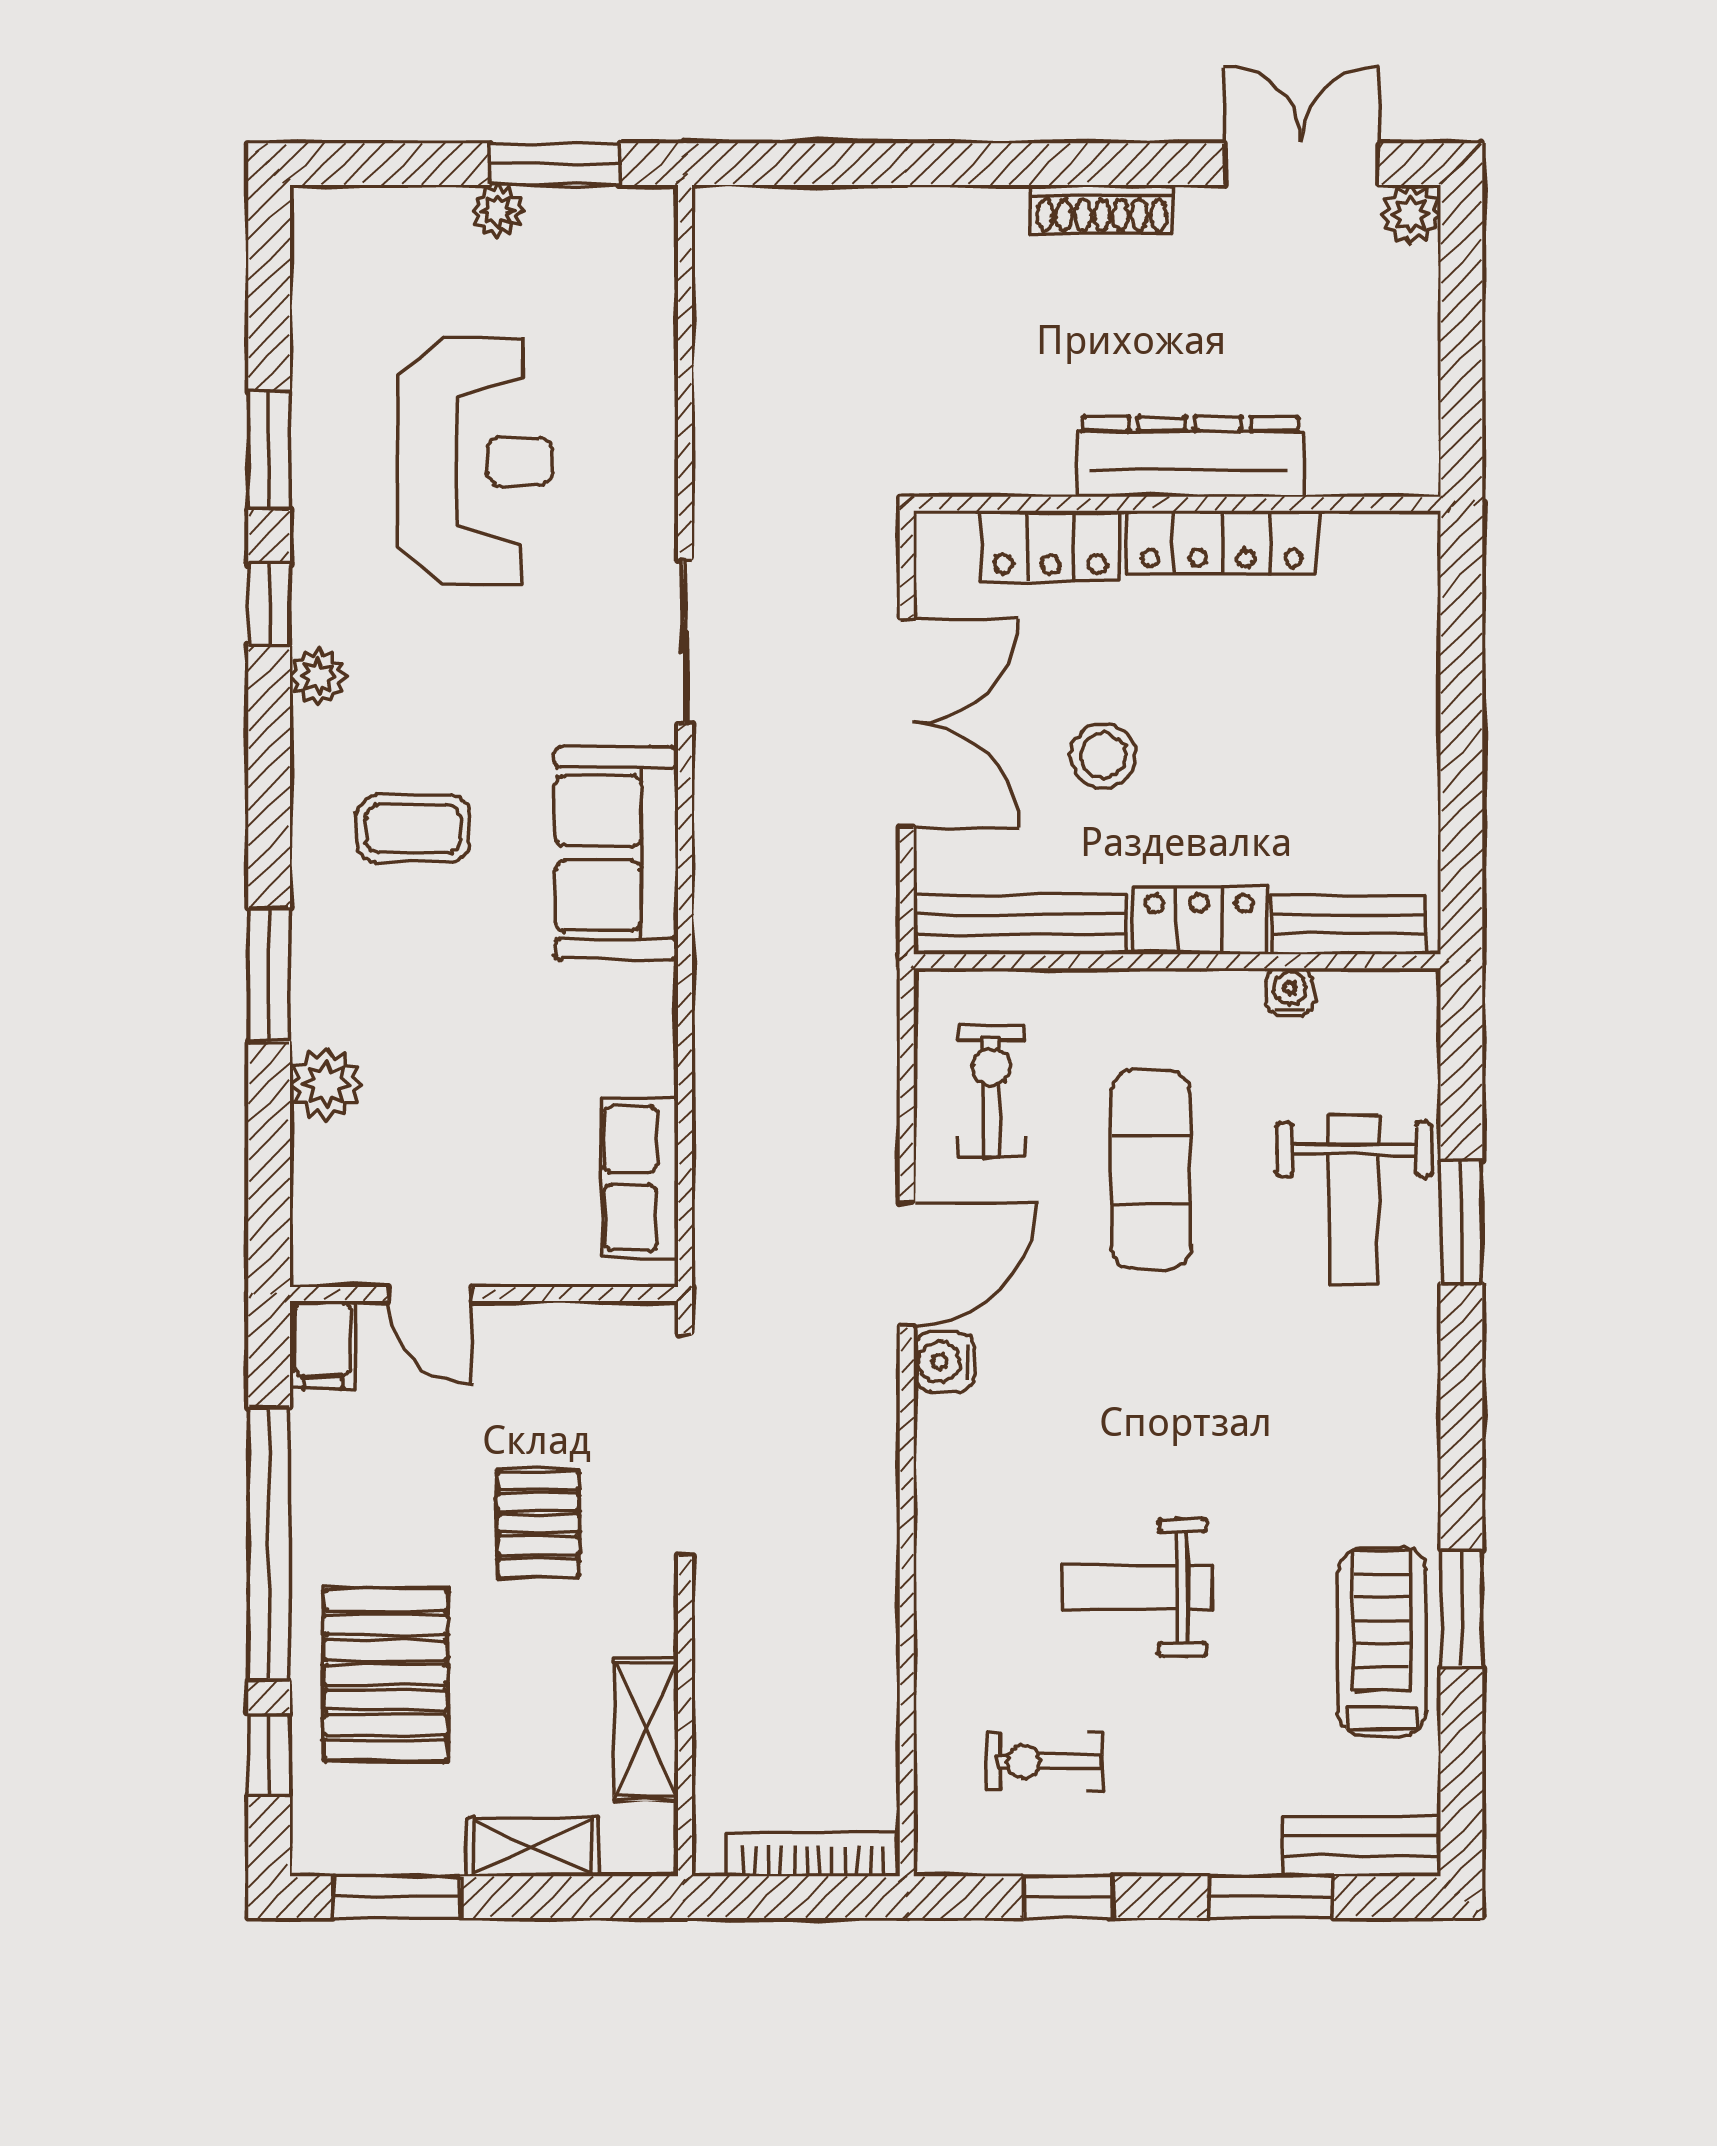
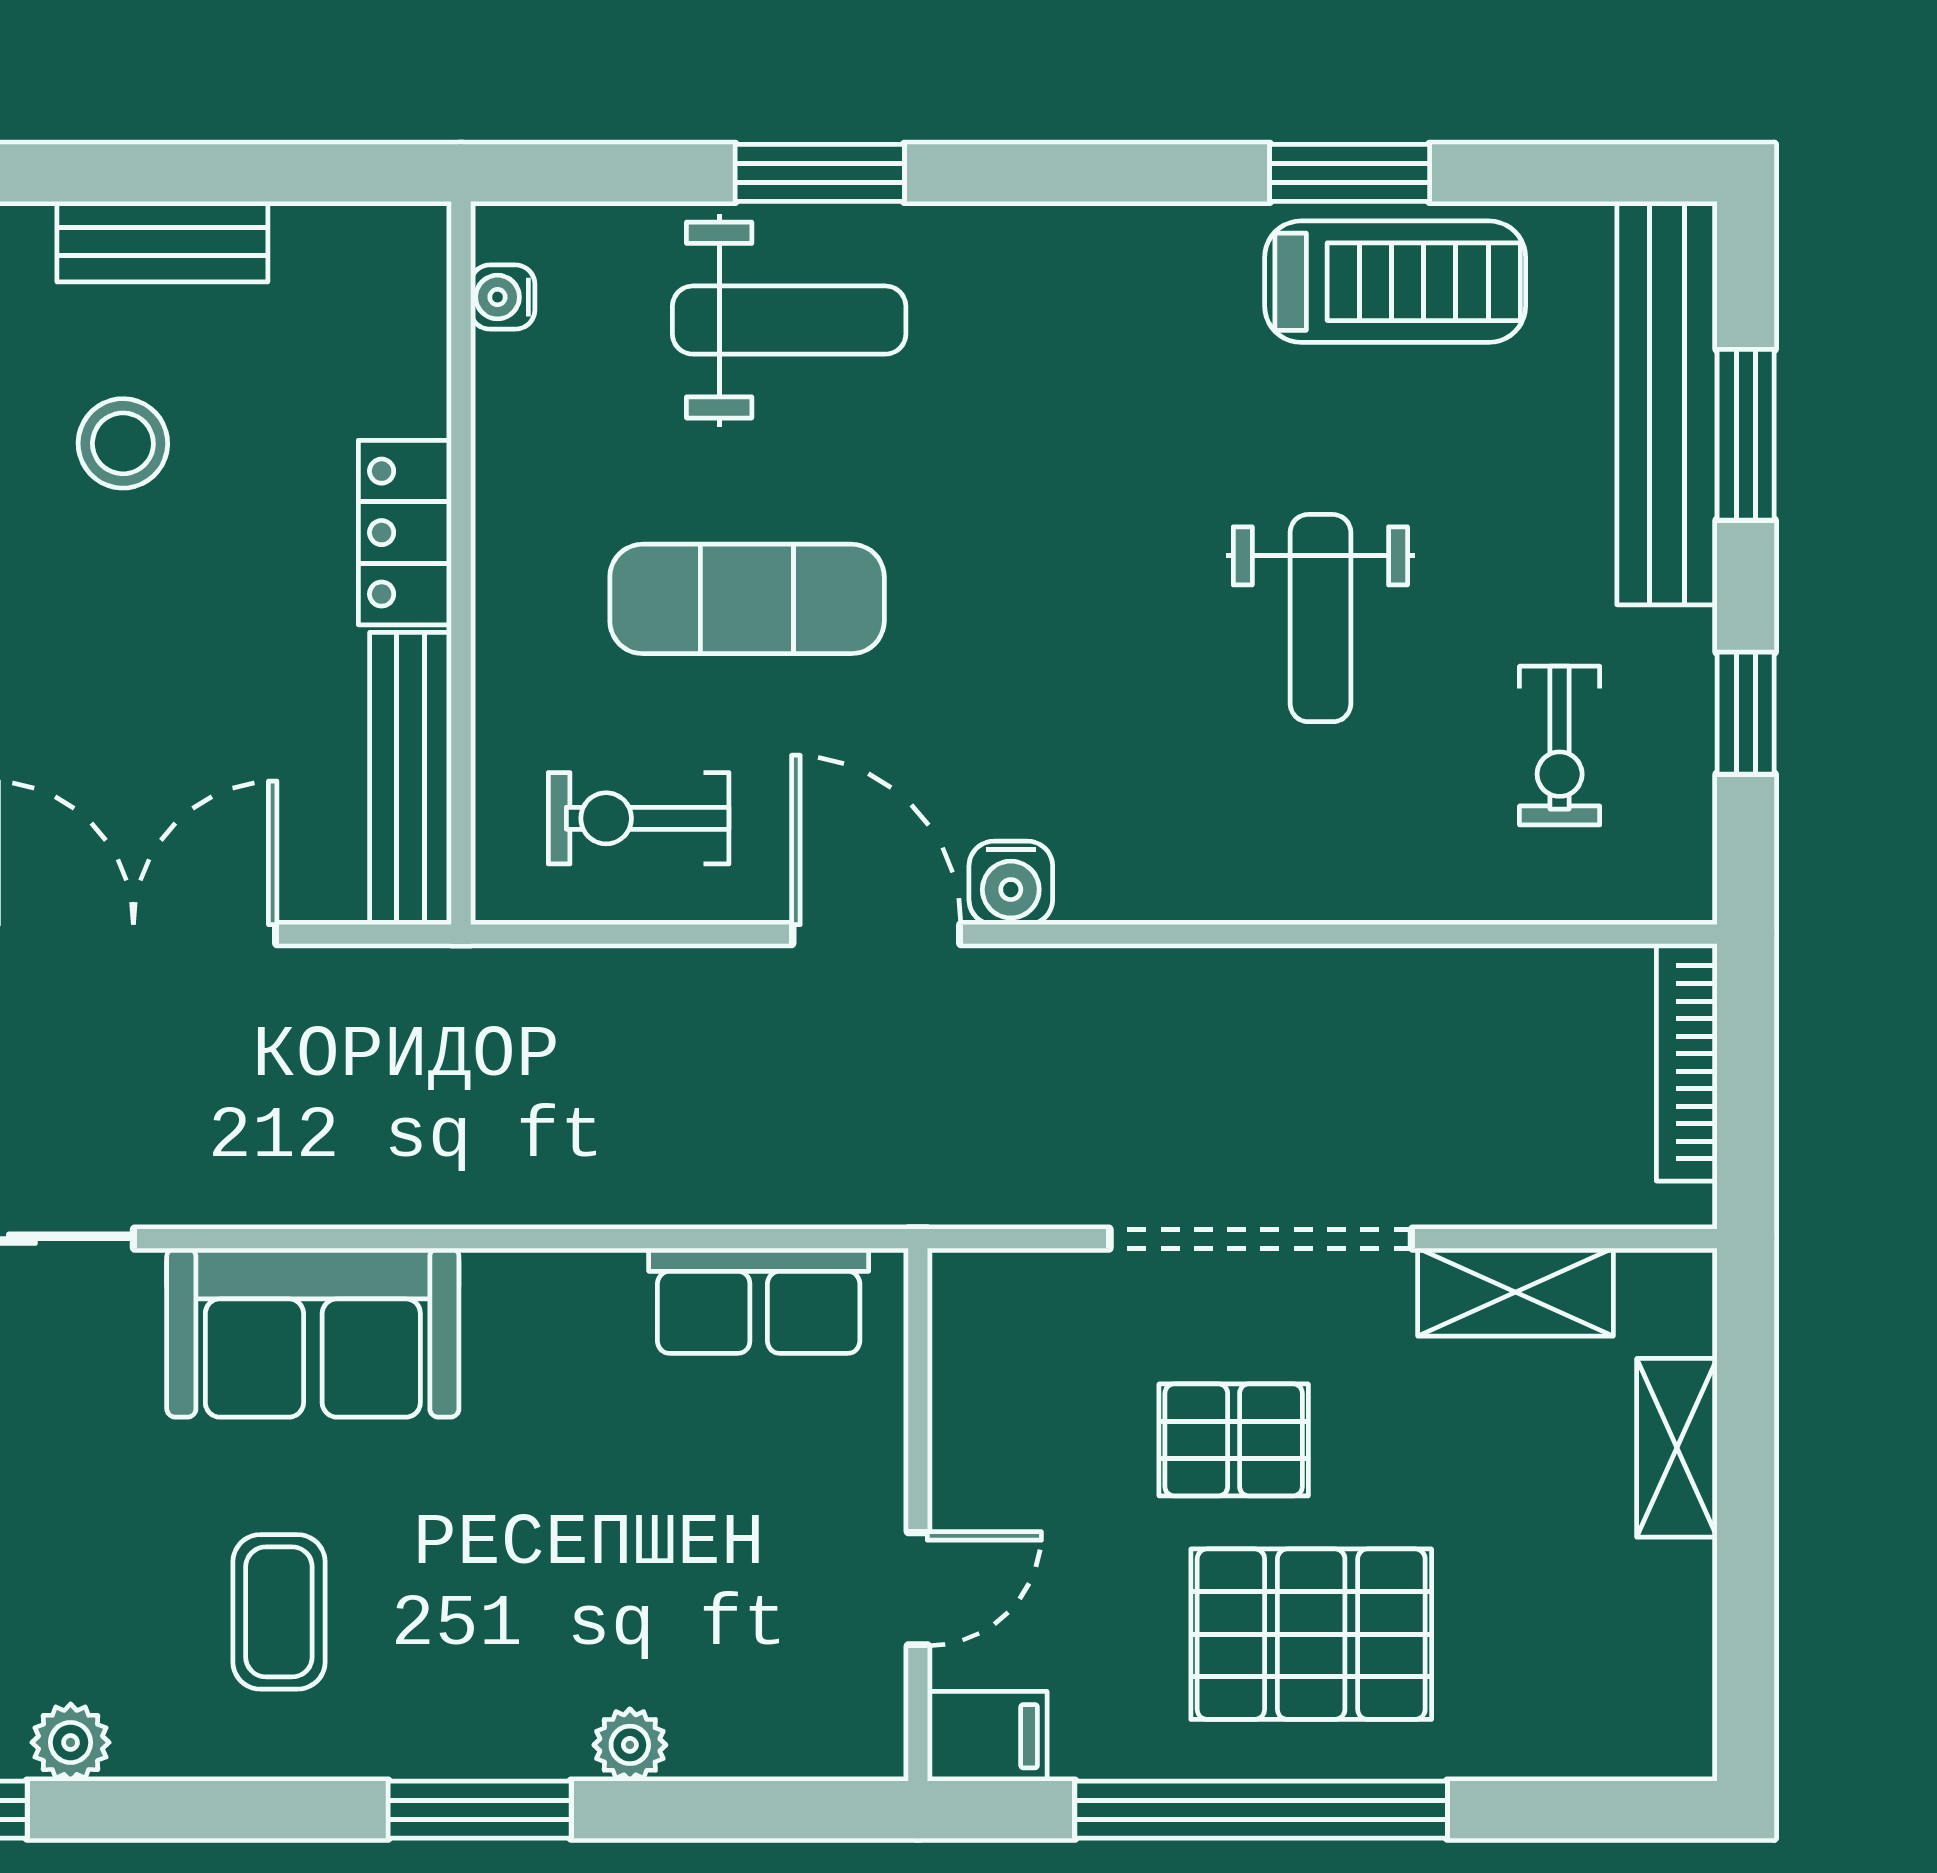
stool: (1103, 756) -> (123, 443), moved
bench: (1349, 925) -> (162, 242), moved, turned 90
water cooler: (1290, 992) -> (503, 297), moved
plant: (326, 1084) -> (630, 1745), width x0.73, depth x0.73
doorway: (685, 1445) -> (1261, 1239), moved
treadmill: (1382, 1642) -> (1395, 282), turned 180
pallet: (386, 1675) -> (1311, 1634), moved
window: (269, 1755) -> (1551, 1810), removed
bench: (1362, 1846) -> (1667, 403), width x1.86, depth x1.21
window: (397, 1897) -> (1746, 1634), removed

